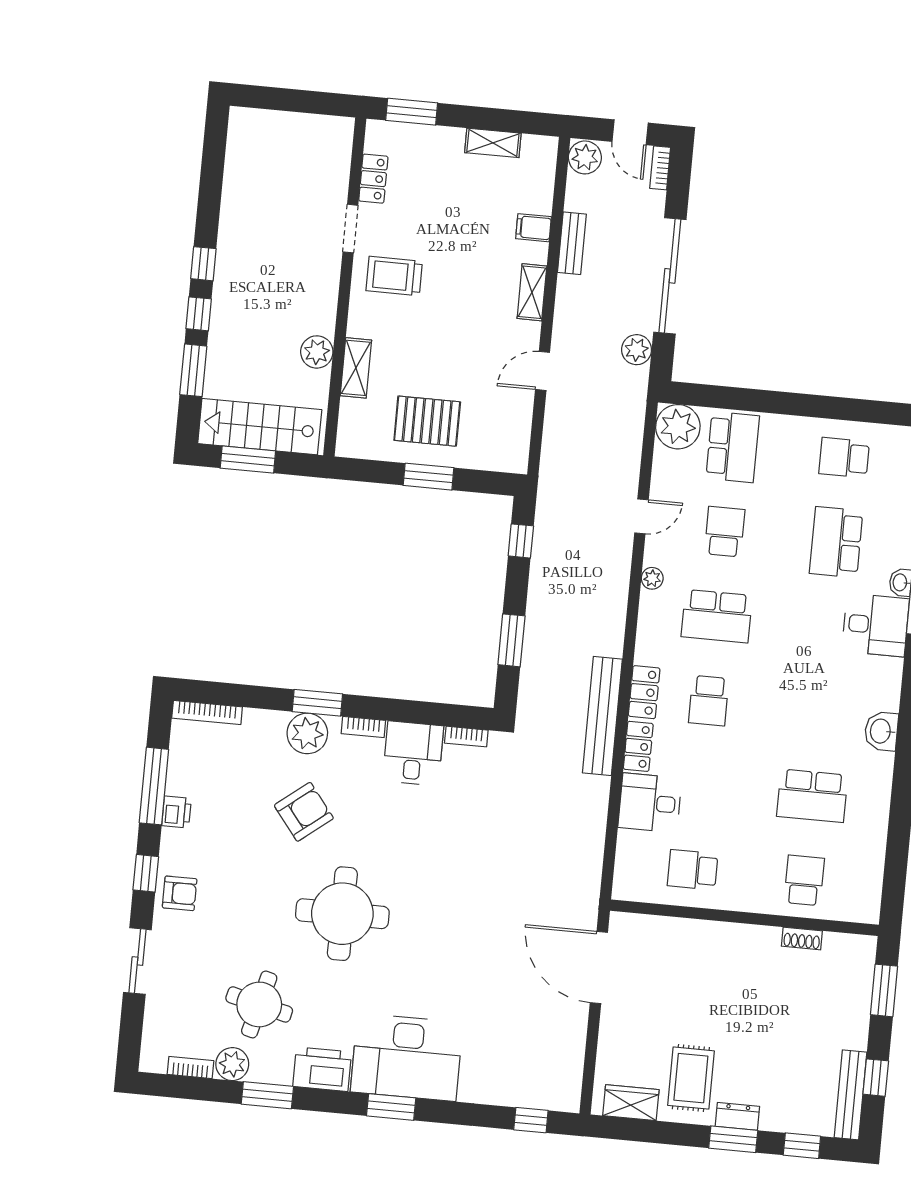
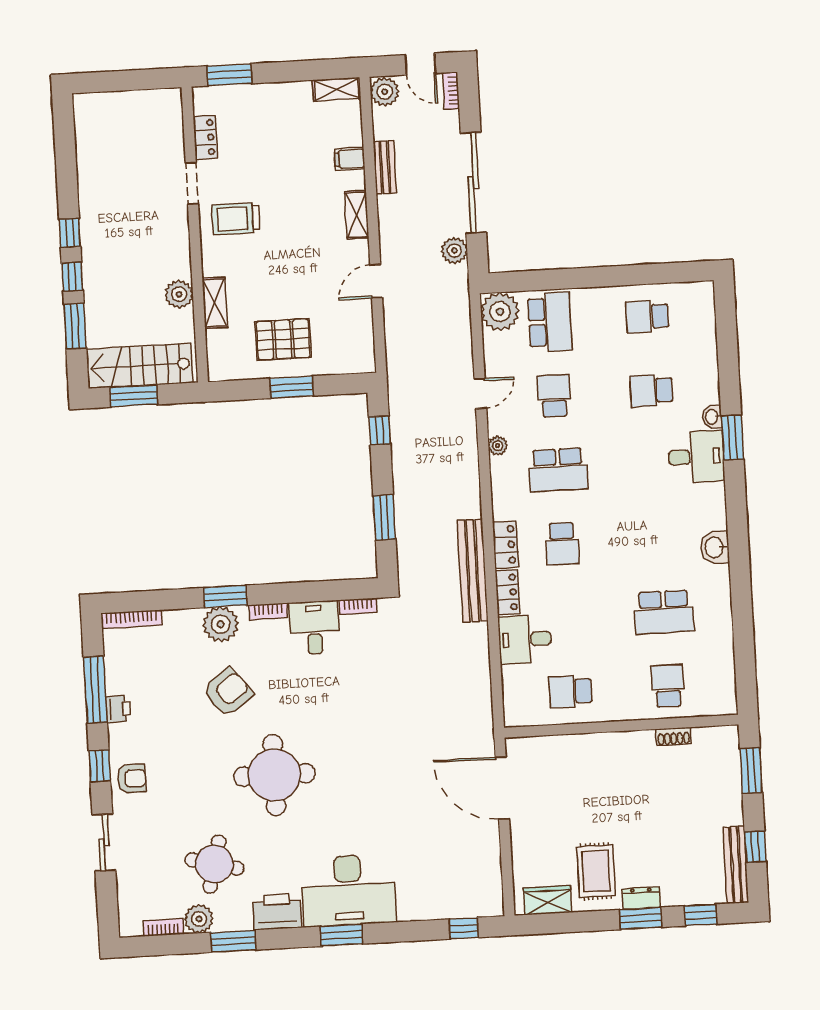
shelving: (493, 143) -> (337, 89), moved
school desk: (836, 542) -> (651, 390), width x0.54

